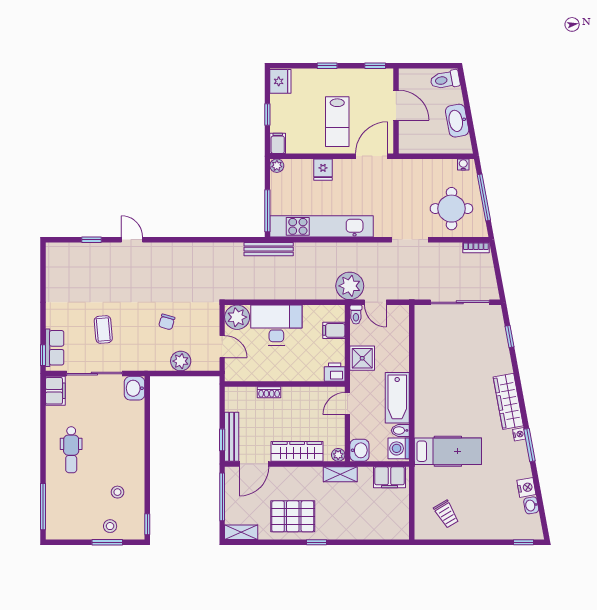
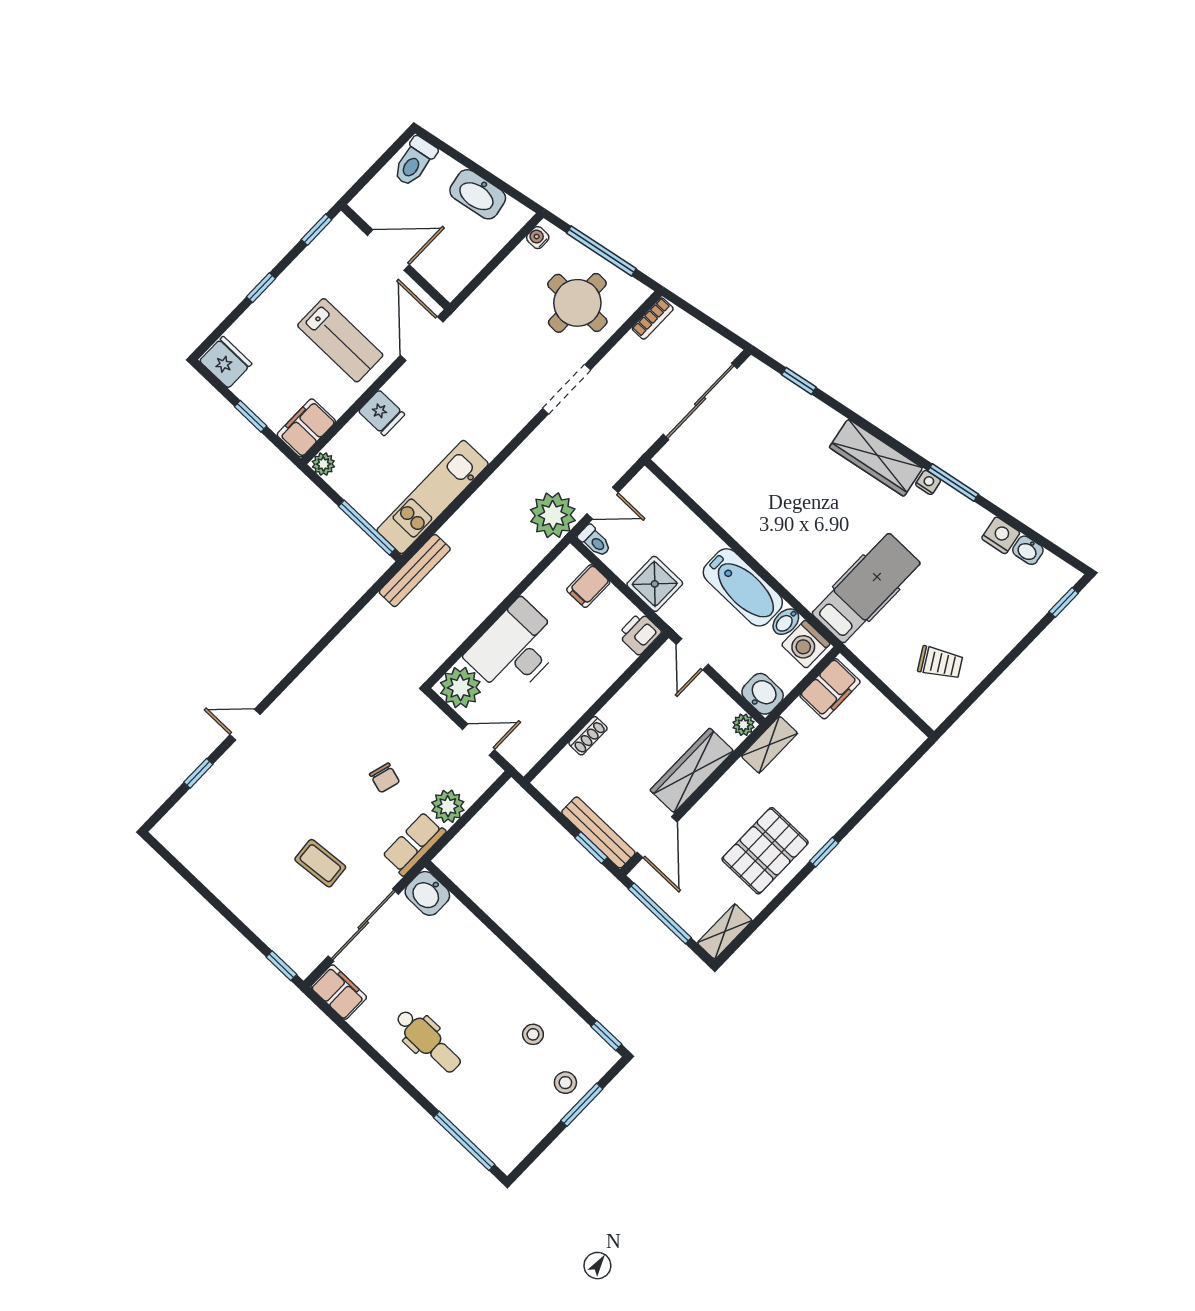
filing cabinet: (278, 143) -> (306, 428), width x2.00
kitchen unit: (322, 226) -> (433, 497), width x0.73
row of seats: (55, 348) -> (414, 844), moved, turned -90

